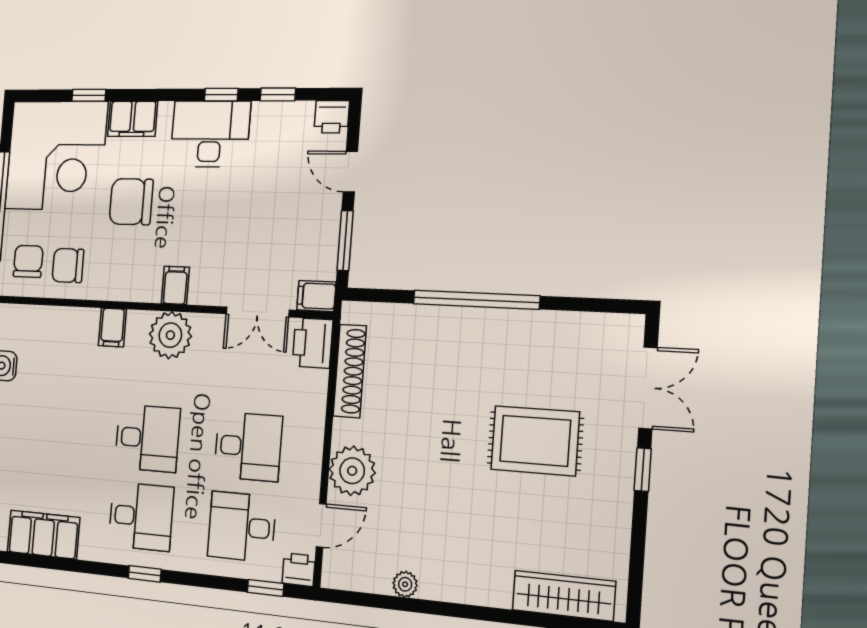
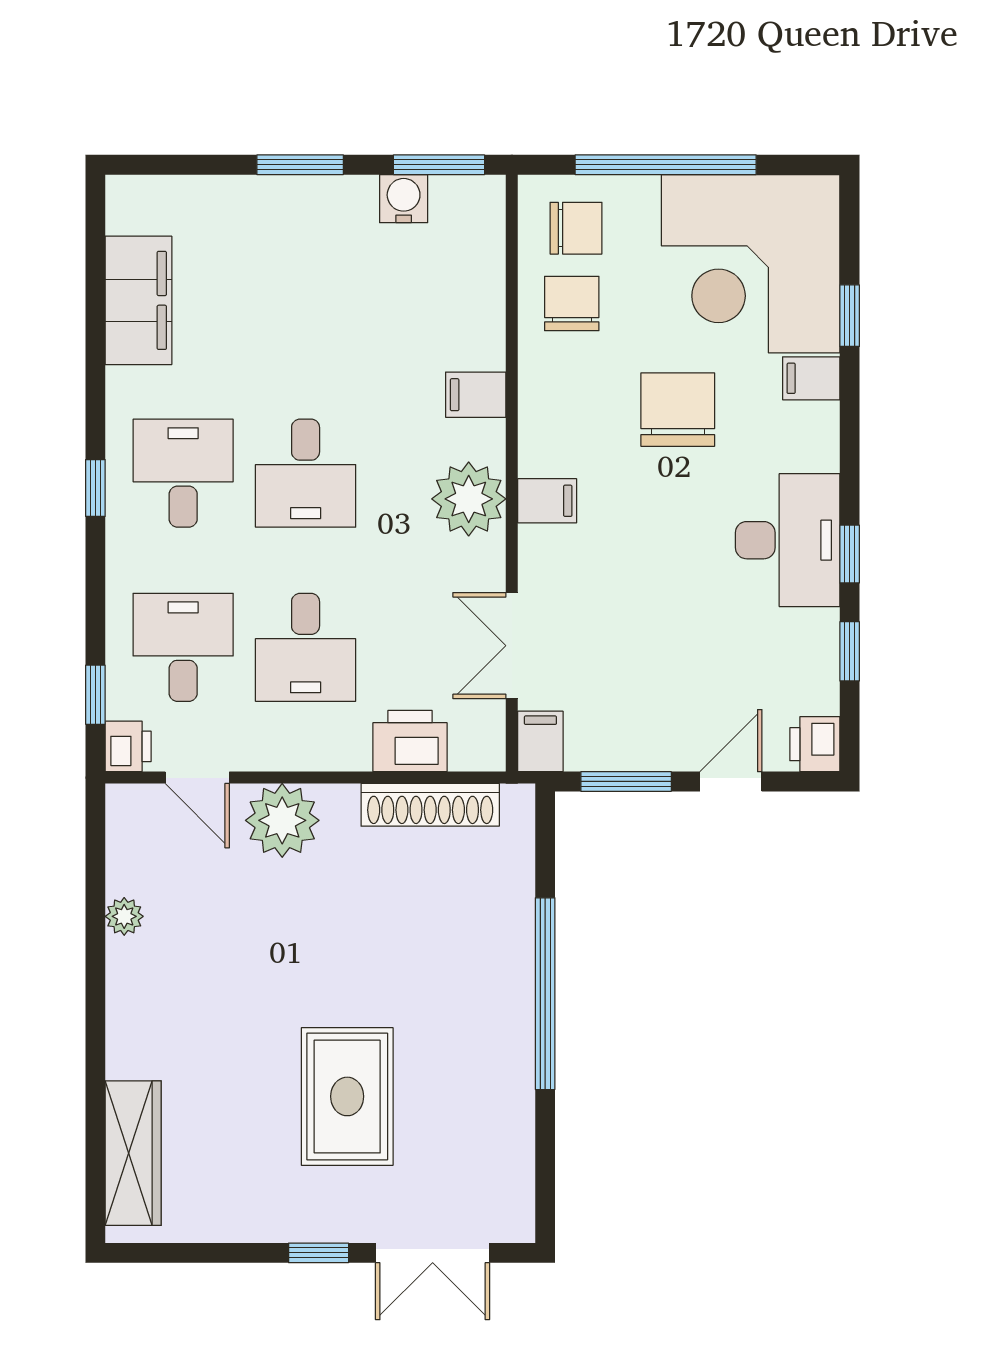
filing cabinet: (133, 119) -> (811, 378), width x0.50
printer: (313, 343) -> (410, 741), moved
desk: (141, 516) -> (183, 473), turned 180

